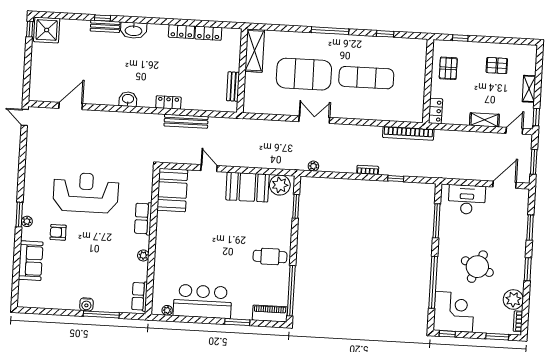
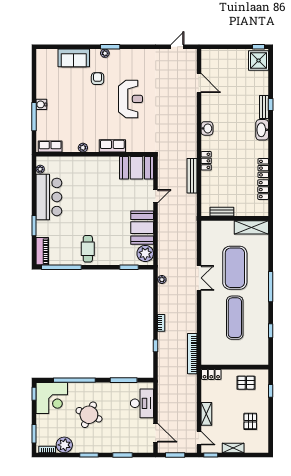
door: (25, 117) -> (177, 47), moved
reception desk: (86, 193) -> (131, 99), width x0.74, depth x0.77

